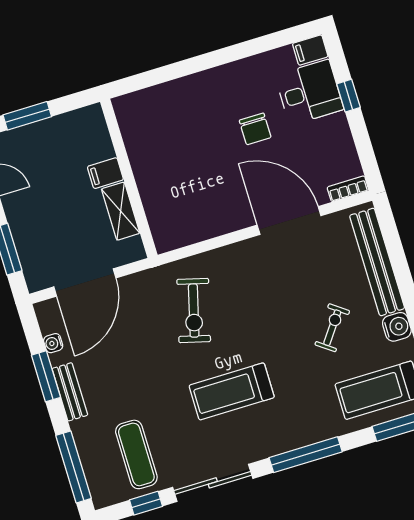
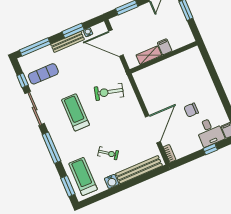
bench: (70, 392) -> (67, 42), width x1.36

